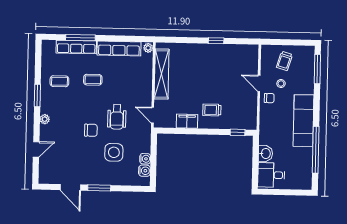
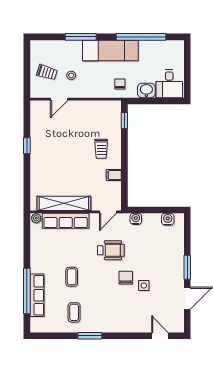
window: (80, 38) -> (27, 291), width x1.46
row of seats: (119, 49) -> (66, 221), moved, turned 90
window: (317, 69) -> (81, 37), moved
door: (259, 83) -> (59, 99), moved
chair: (269, 98) -> (120, 84), moved
plant: (45, 119) -> (115, 327), removed
filing cabinet: (187, 121) -> (114, 175), width x0.50
door: (36, 149) -> (160, 336), moved
side table: (114, 152) -> (144, 286), moved, width x0.54, depth x0.54
water cooler: (145, 159) -> (136, 219), moved

